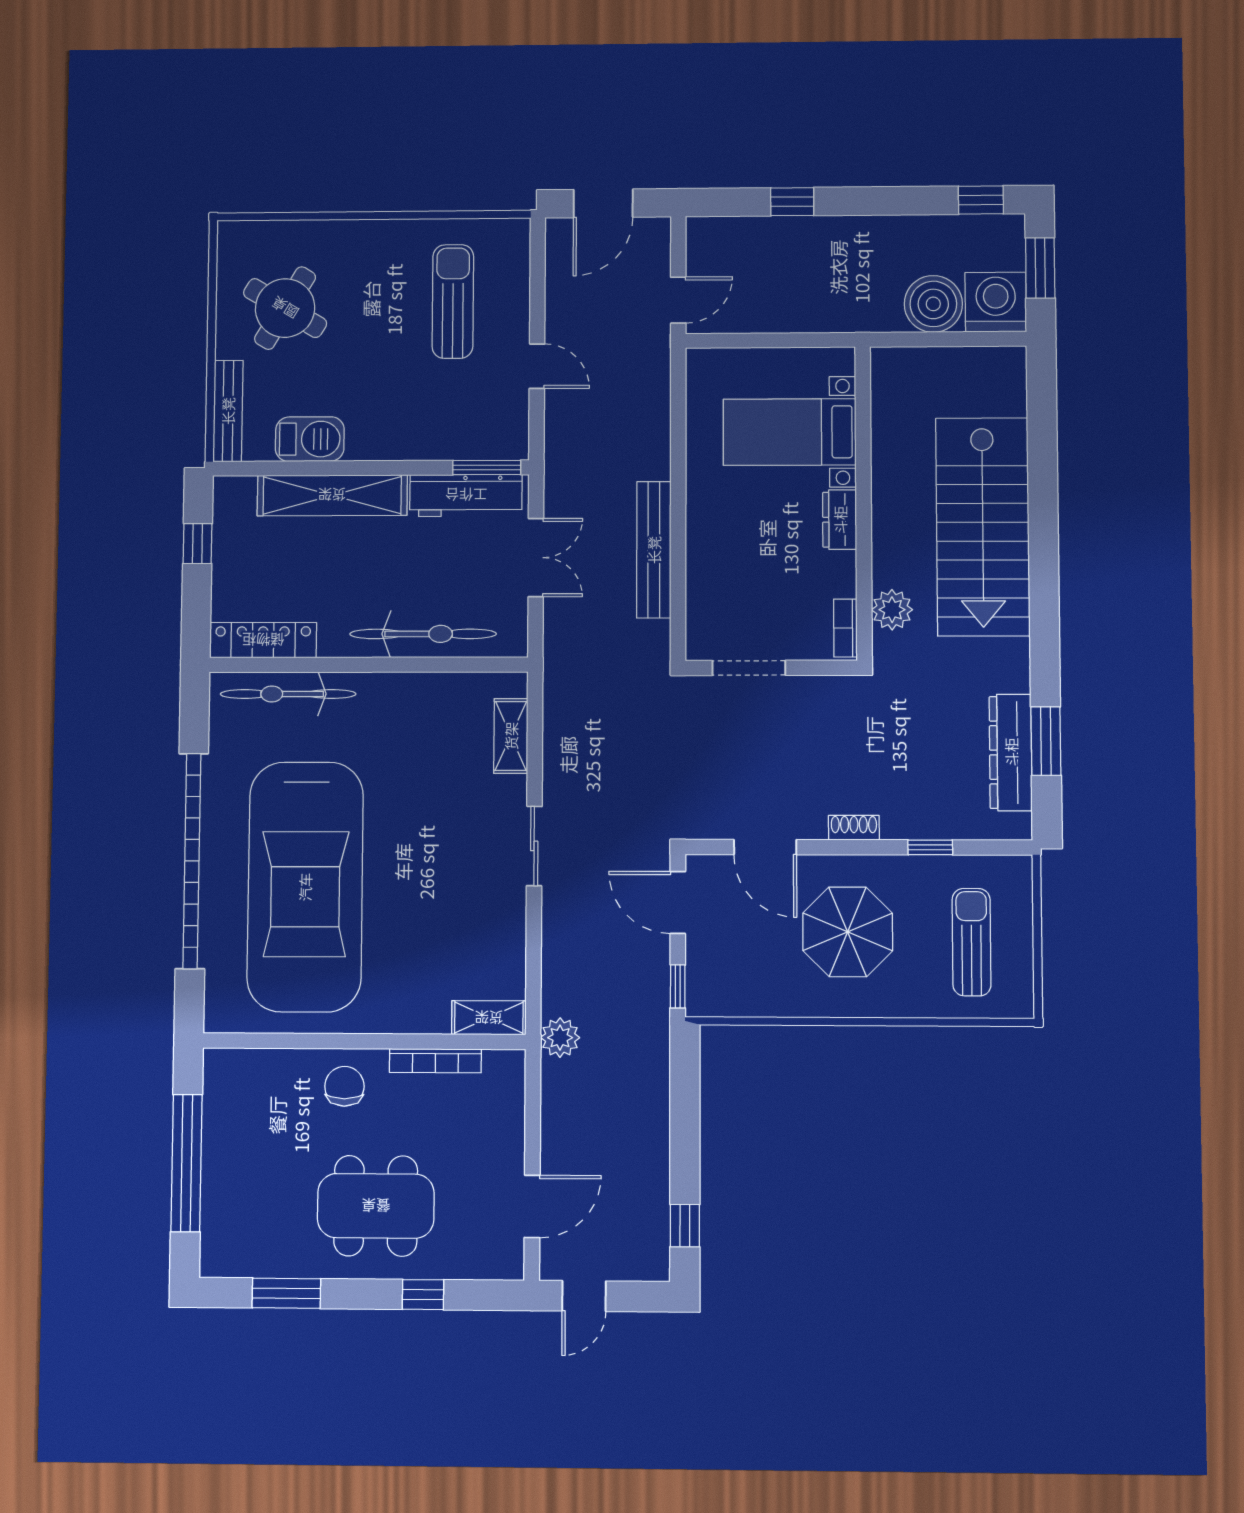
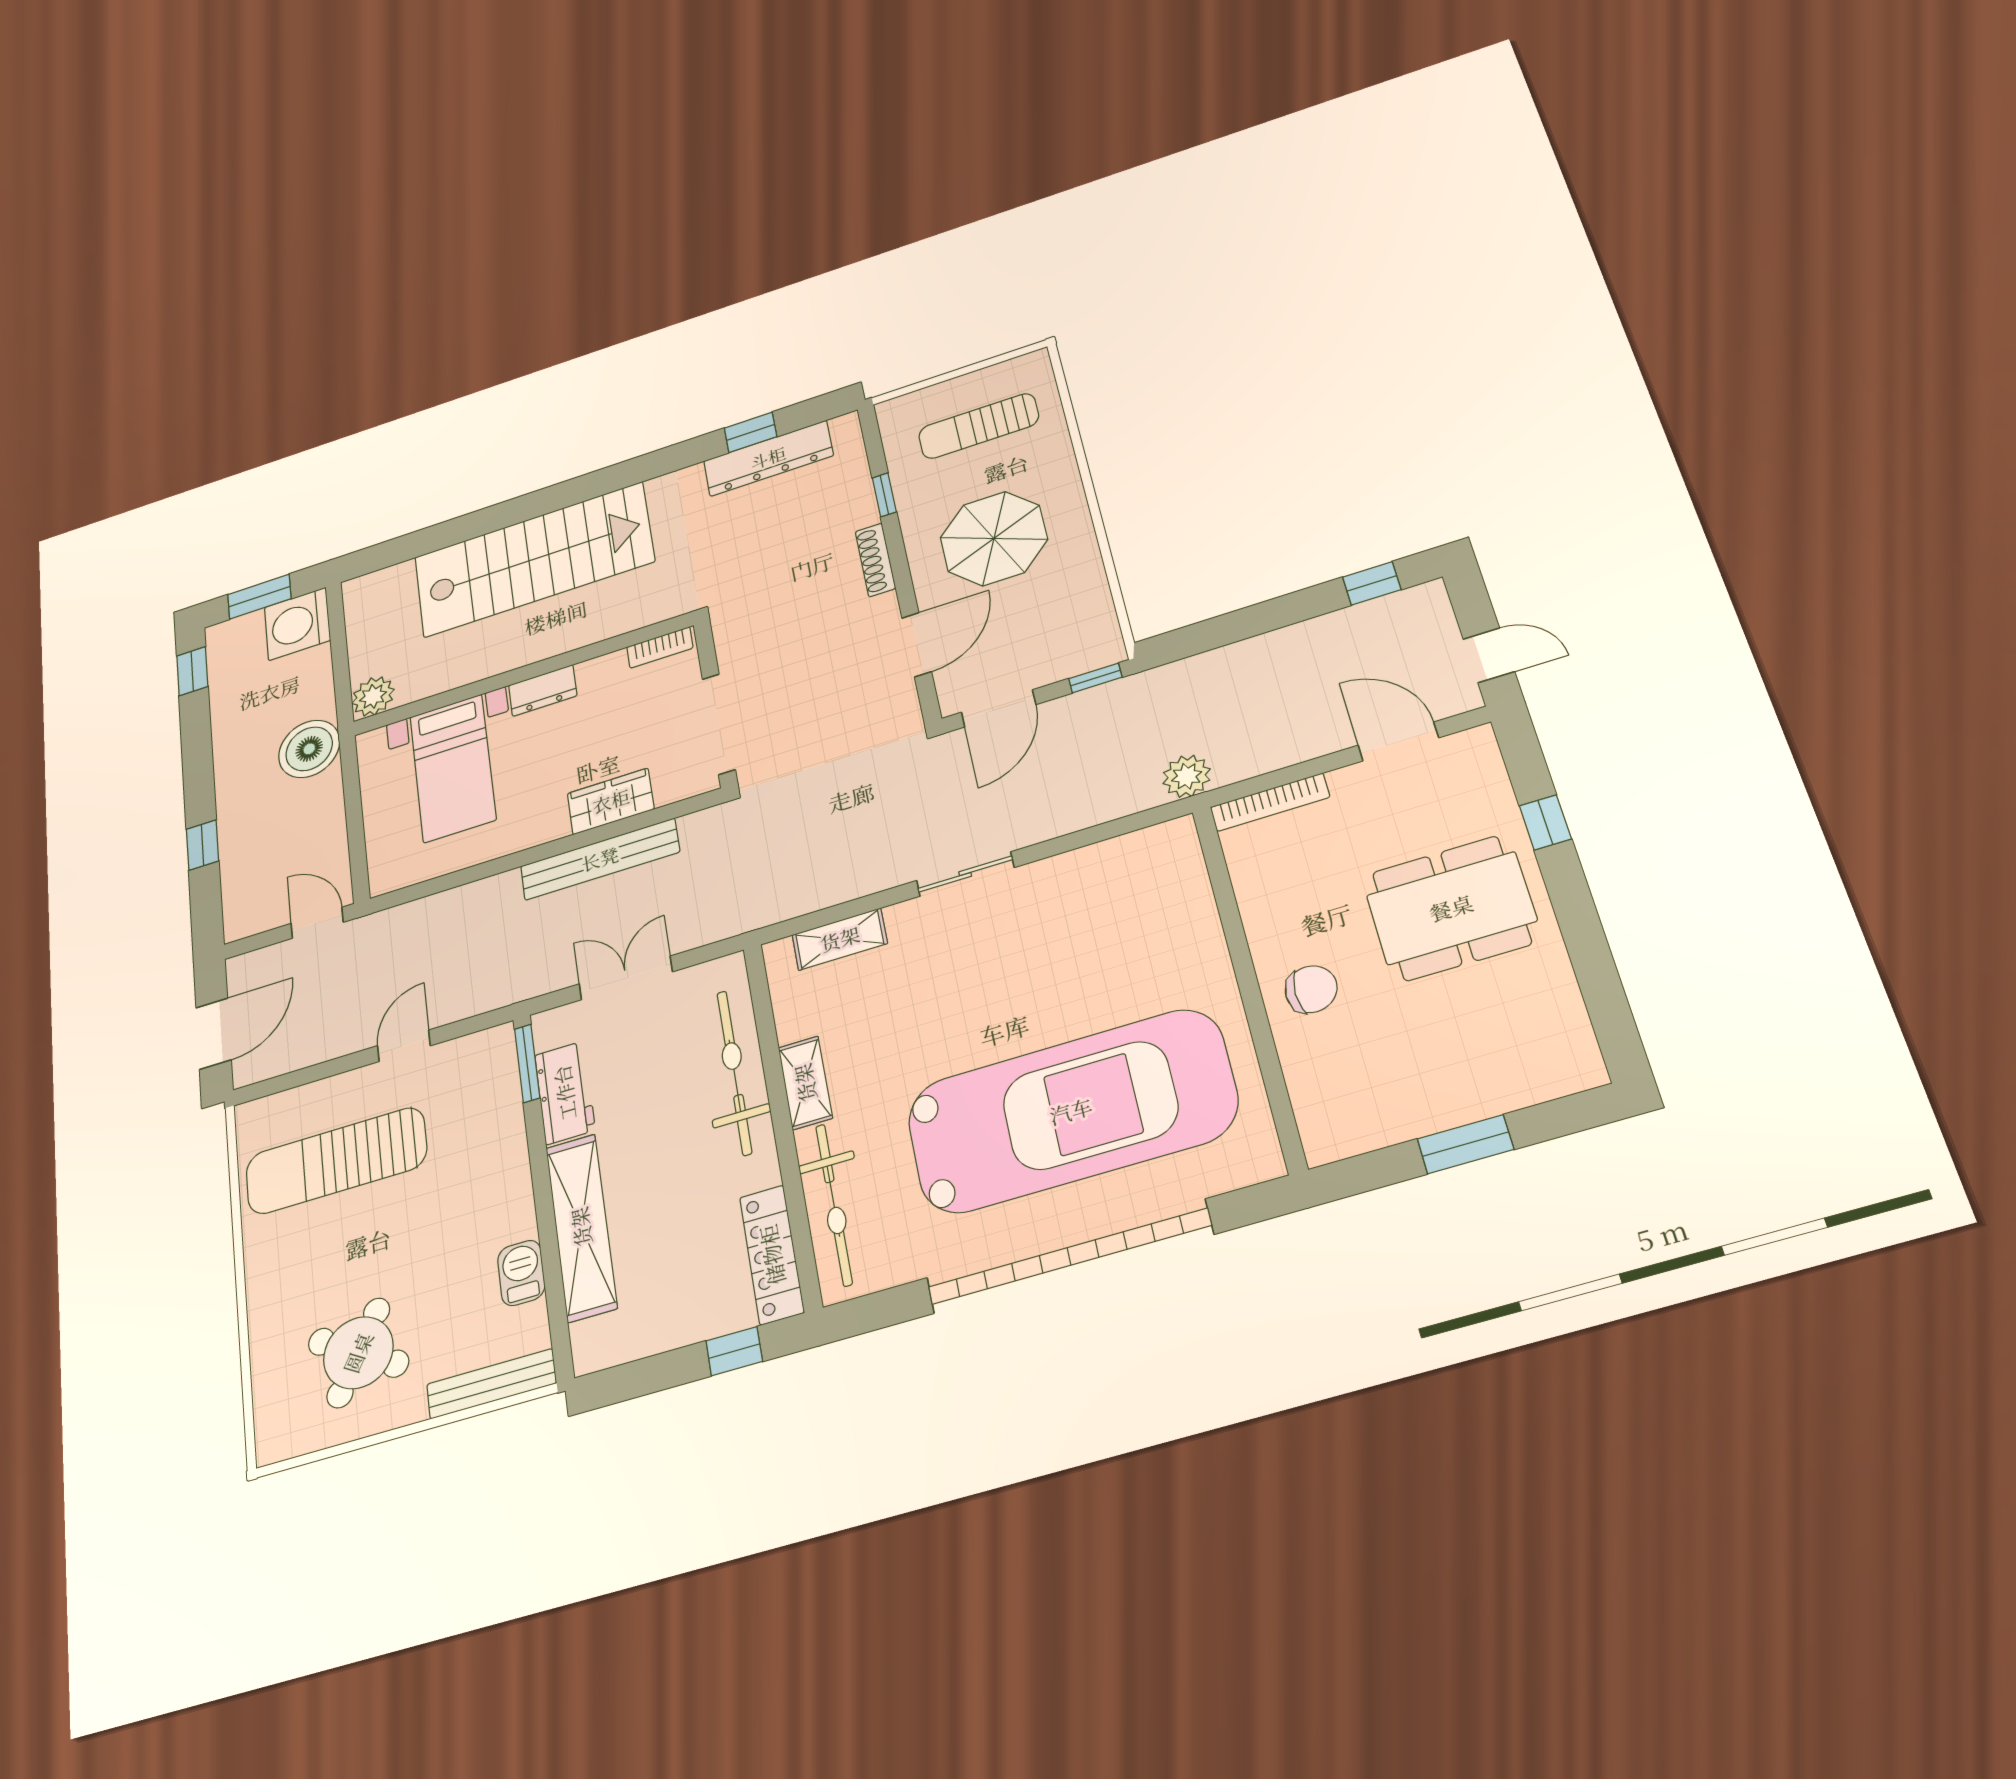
door: (603, 203) -> (214, 1034), hinge flipped
sun lounger: (453, 301) -> (336, 1161), width x1.36, depth x1.34
boiler: (933, 304) -> (309, 749), moved
barbecue: (310, 439) -> (521, 1273), width x0.73, depth x0.79
workbench: (466, 495) -> (565, 1093), width x0.73
window: (197, 544) -> (734, 1351), moved
wardrobe: (706, 566) -> (611, 801), added
plant: (892, 610) -> (373, 696), moved
doorway: (749, 668) -> (719, 724), width x1.36
window: (1046, 741) -> (751, 432), width x0.67
shoe rack: (854, 828) -> (875, 560), width x1.43
shelving: (489, 1018) -> (805, 1083), moved
bookcase: (435, 1061) -> (1270, 802), moved, turned 90
chair: (344, 1086) -> (1311, 989), turned 180
window: (187, 1163) -> (1465, 1144), width x0.47
dining table: (376, 1206) -> (1451, 908), turned 90
window: (286, 1293) -> (1597, 975), removed

